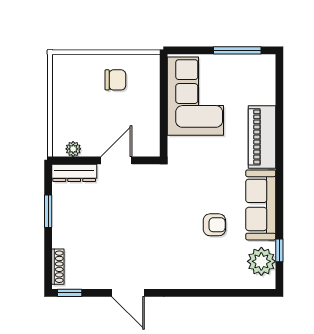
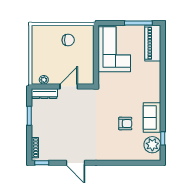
piano: (262, 137) -> (153, 43), moved
sofa: (261, 205) -> (152, 117), width x0.73

